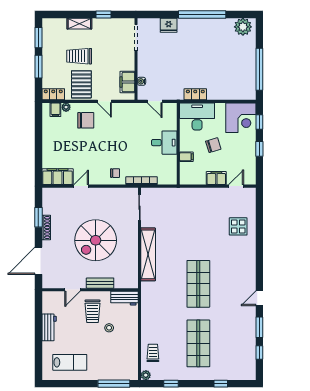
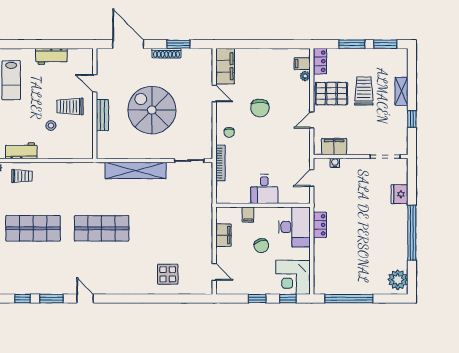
chair: (86, 120) -> (260, 108), moved
filing cabinet: (216, 178) -> (223, 235), moved
workbench: (124, 298) -> (21, 151), moved, turned 90

